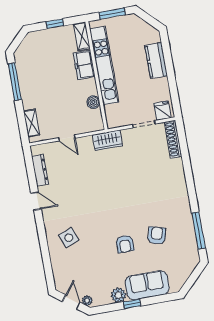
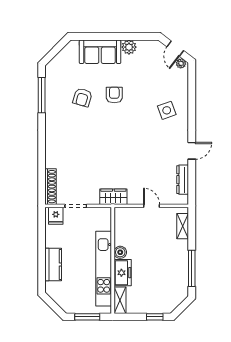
window: (55, 24) -> (155, 317), moved
boiler: (93, 102) -> (120, 252), moved
door: (36, 201) -> (192, 151), swing flipped
plant: (87, 301) -> (181, 63), moved
window: (132, 304) -> (117, 36), removed

